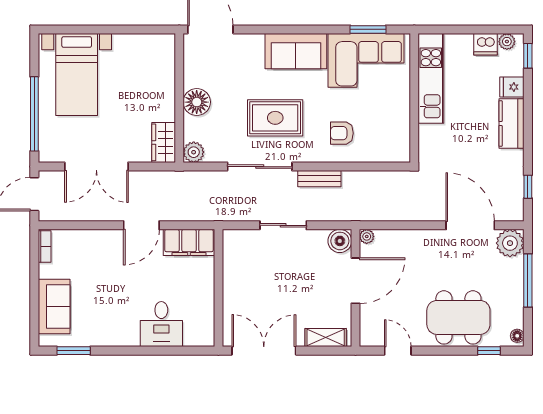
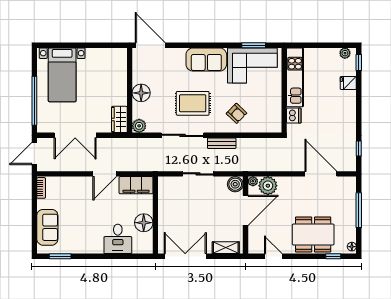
dishwasher: (486, 44) -> (294, 116), moved, turned -90
kitchen counter: (511, 123) -> (348, 107), removed
armchair: (342, 133) -> (236, 113), turned -136
plant: (510, 243) -> (268, 186), moved
floor lamp: (201, 300) -> (144, 223), added

